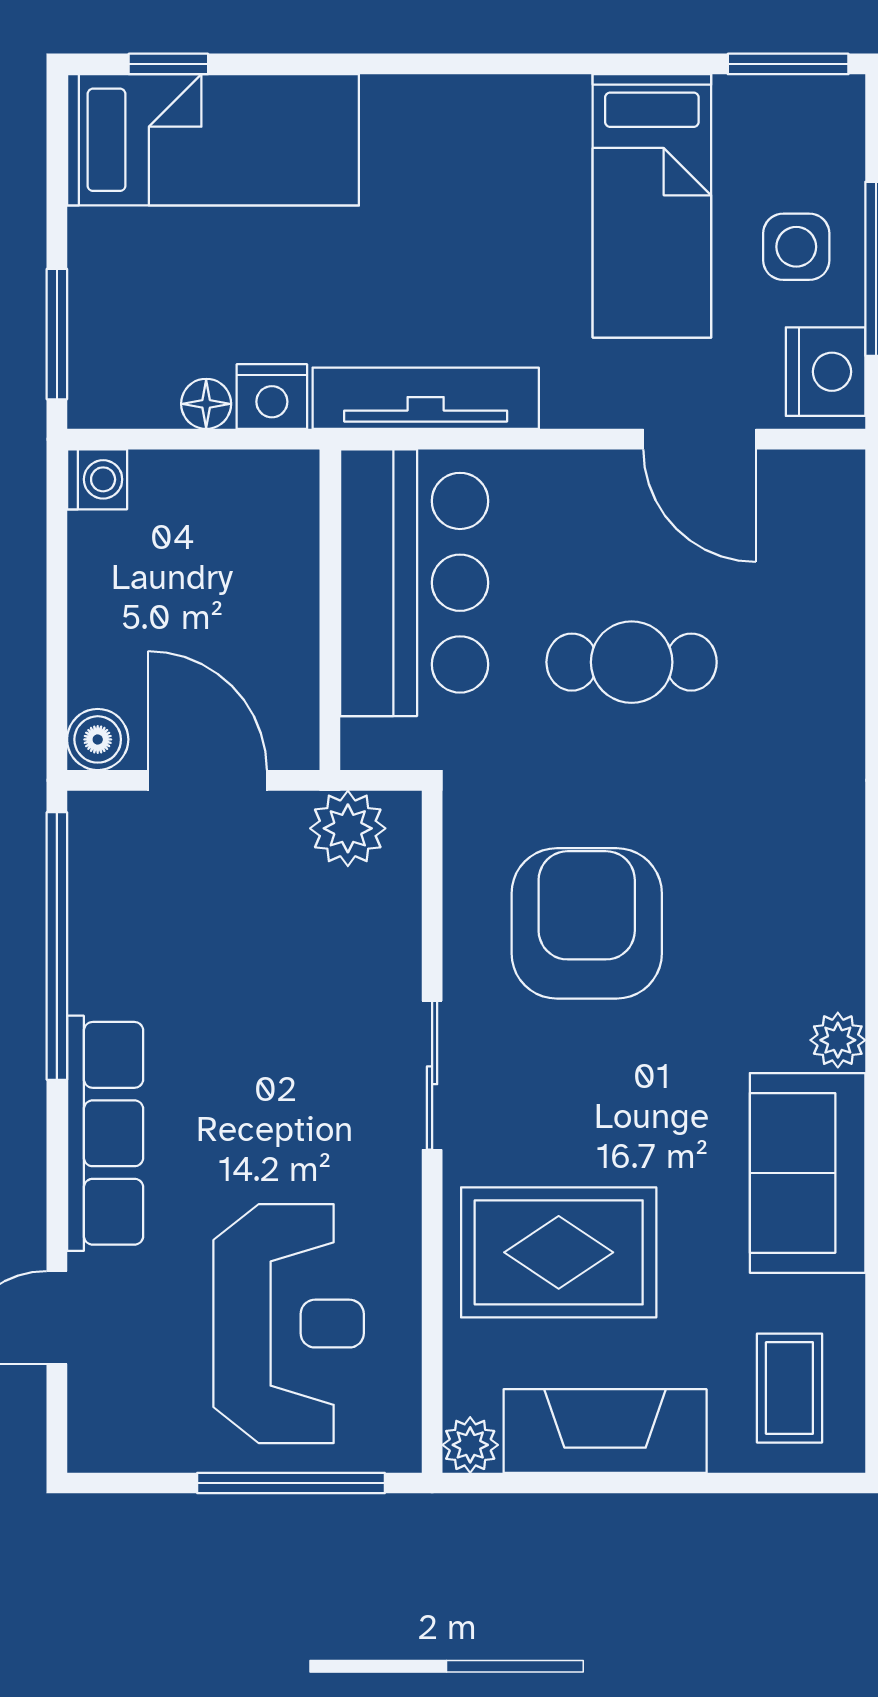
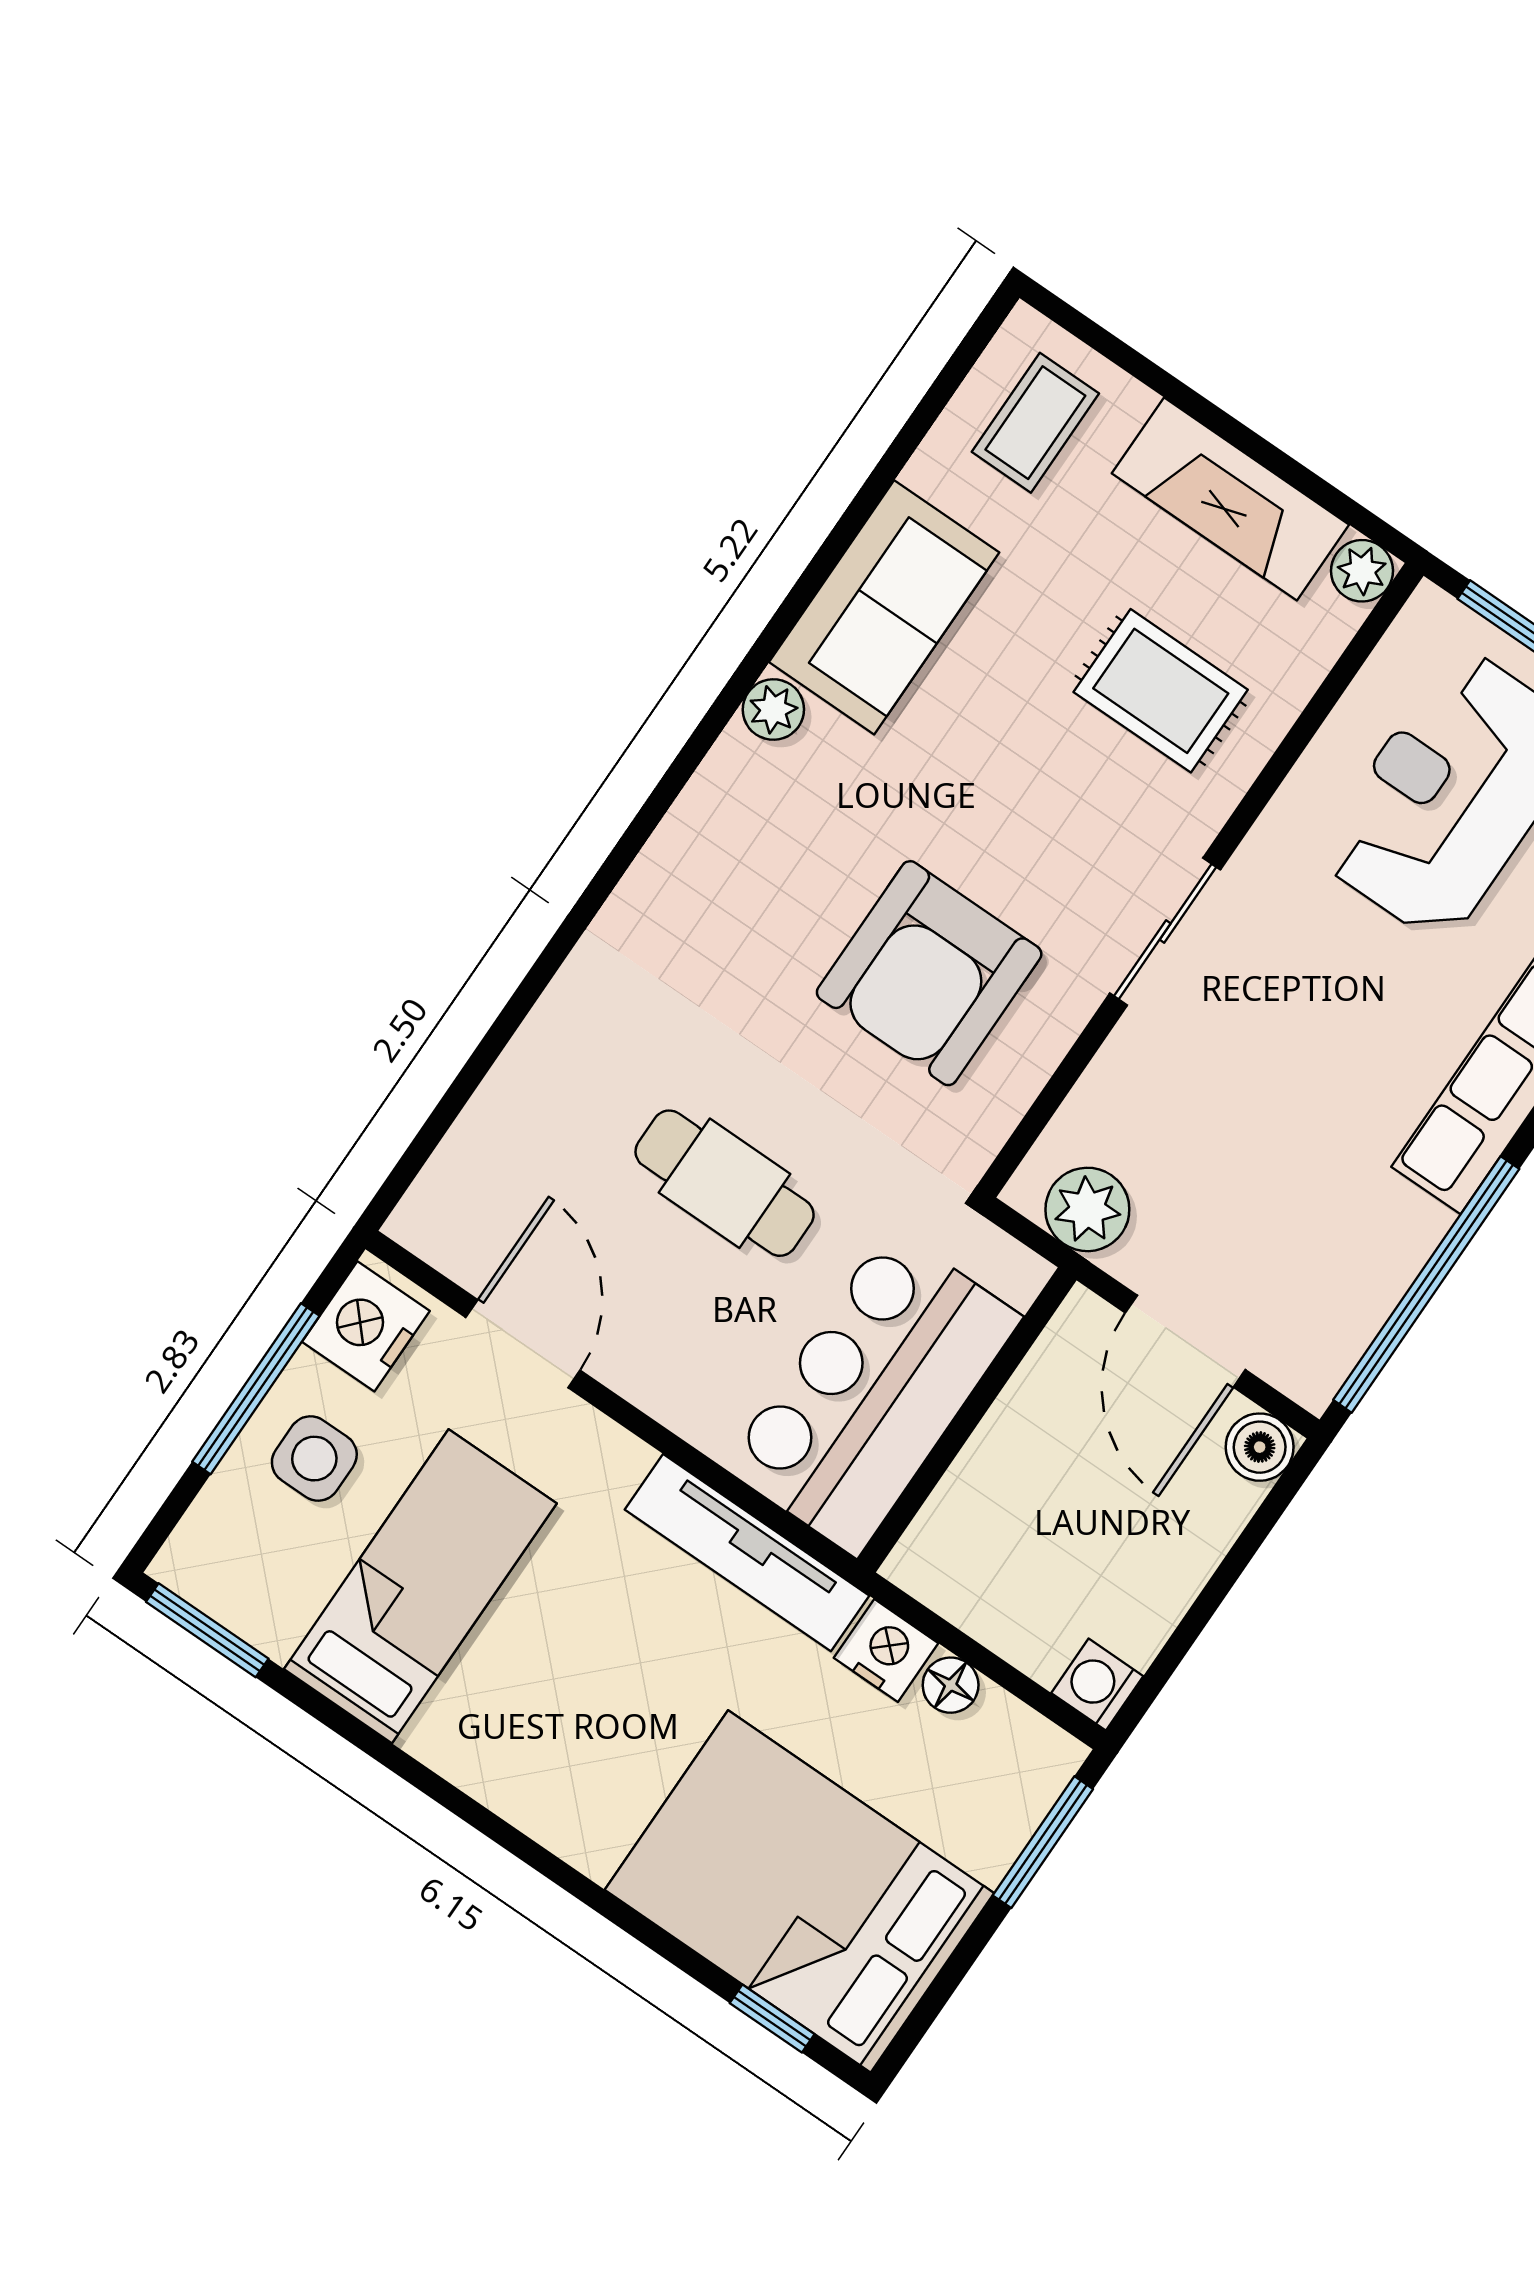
bed: (213, 140) -> (799, 1891), width x1.50
rug: (559, 1252) -> (1161, 691), width x0.73, depth x0.70

